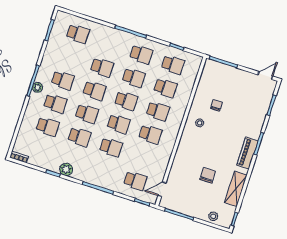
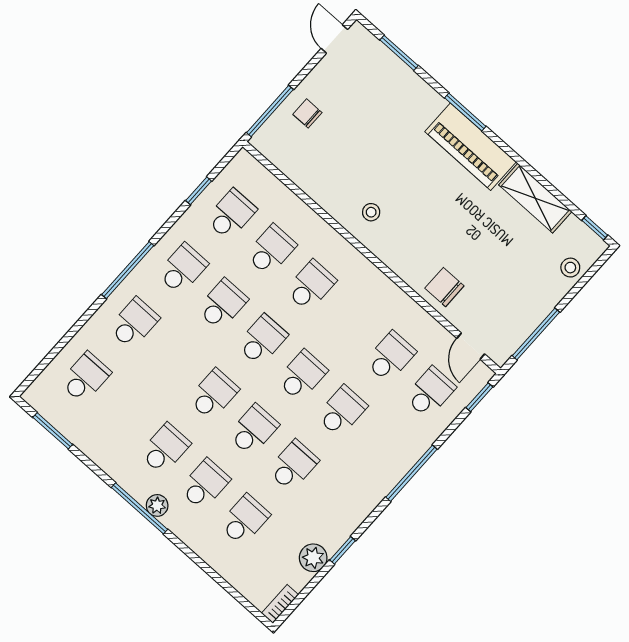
school desk: (102, 67) -> (134, 323), moved
chair: (216, 105) -> (307, 113), moved
school desk: (150, 134) -> (390, 357), moved
piano: (247, 153) -> (471, 147), width x1.37, depth x1.33
plant: (66, 169) -> (313, 558), moved
chair: (208, 175) -> (444, 287), moved

